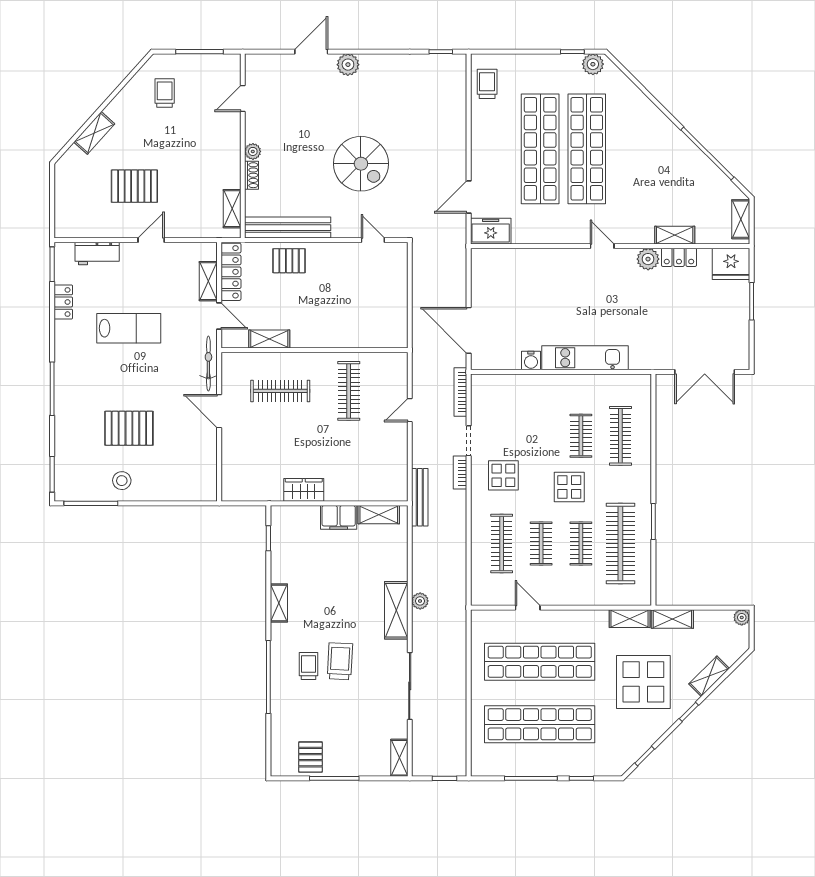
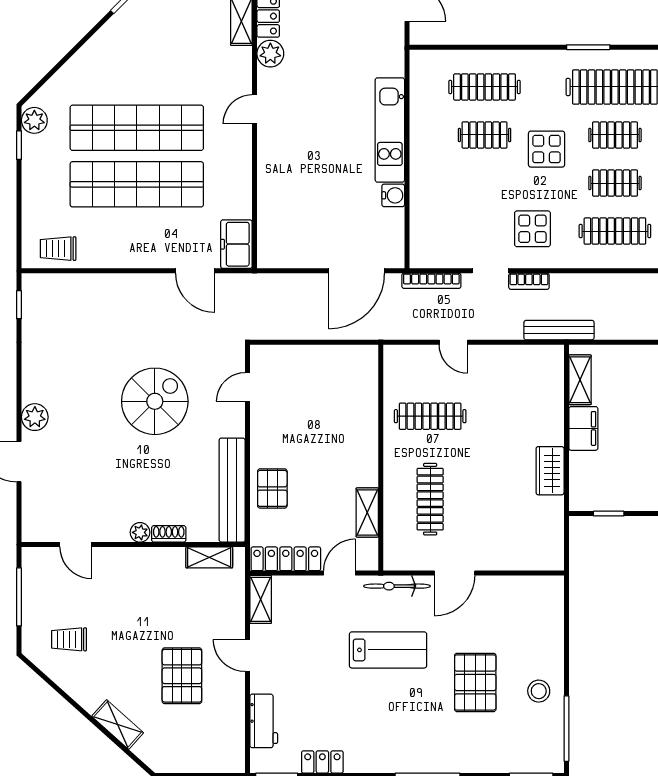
shelving: (208, 281) -> (261, 599), moved, turned 90
lab bench: (129, 328) -> (388, 650), moved, turned 90

